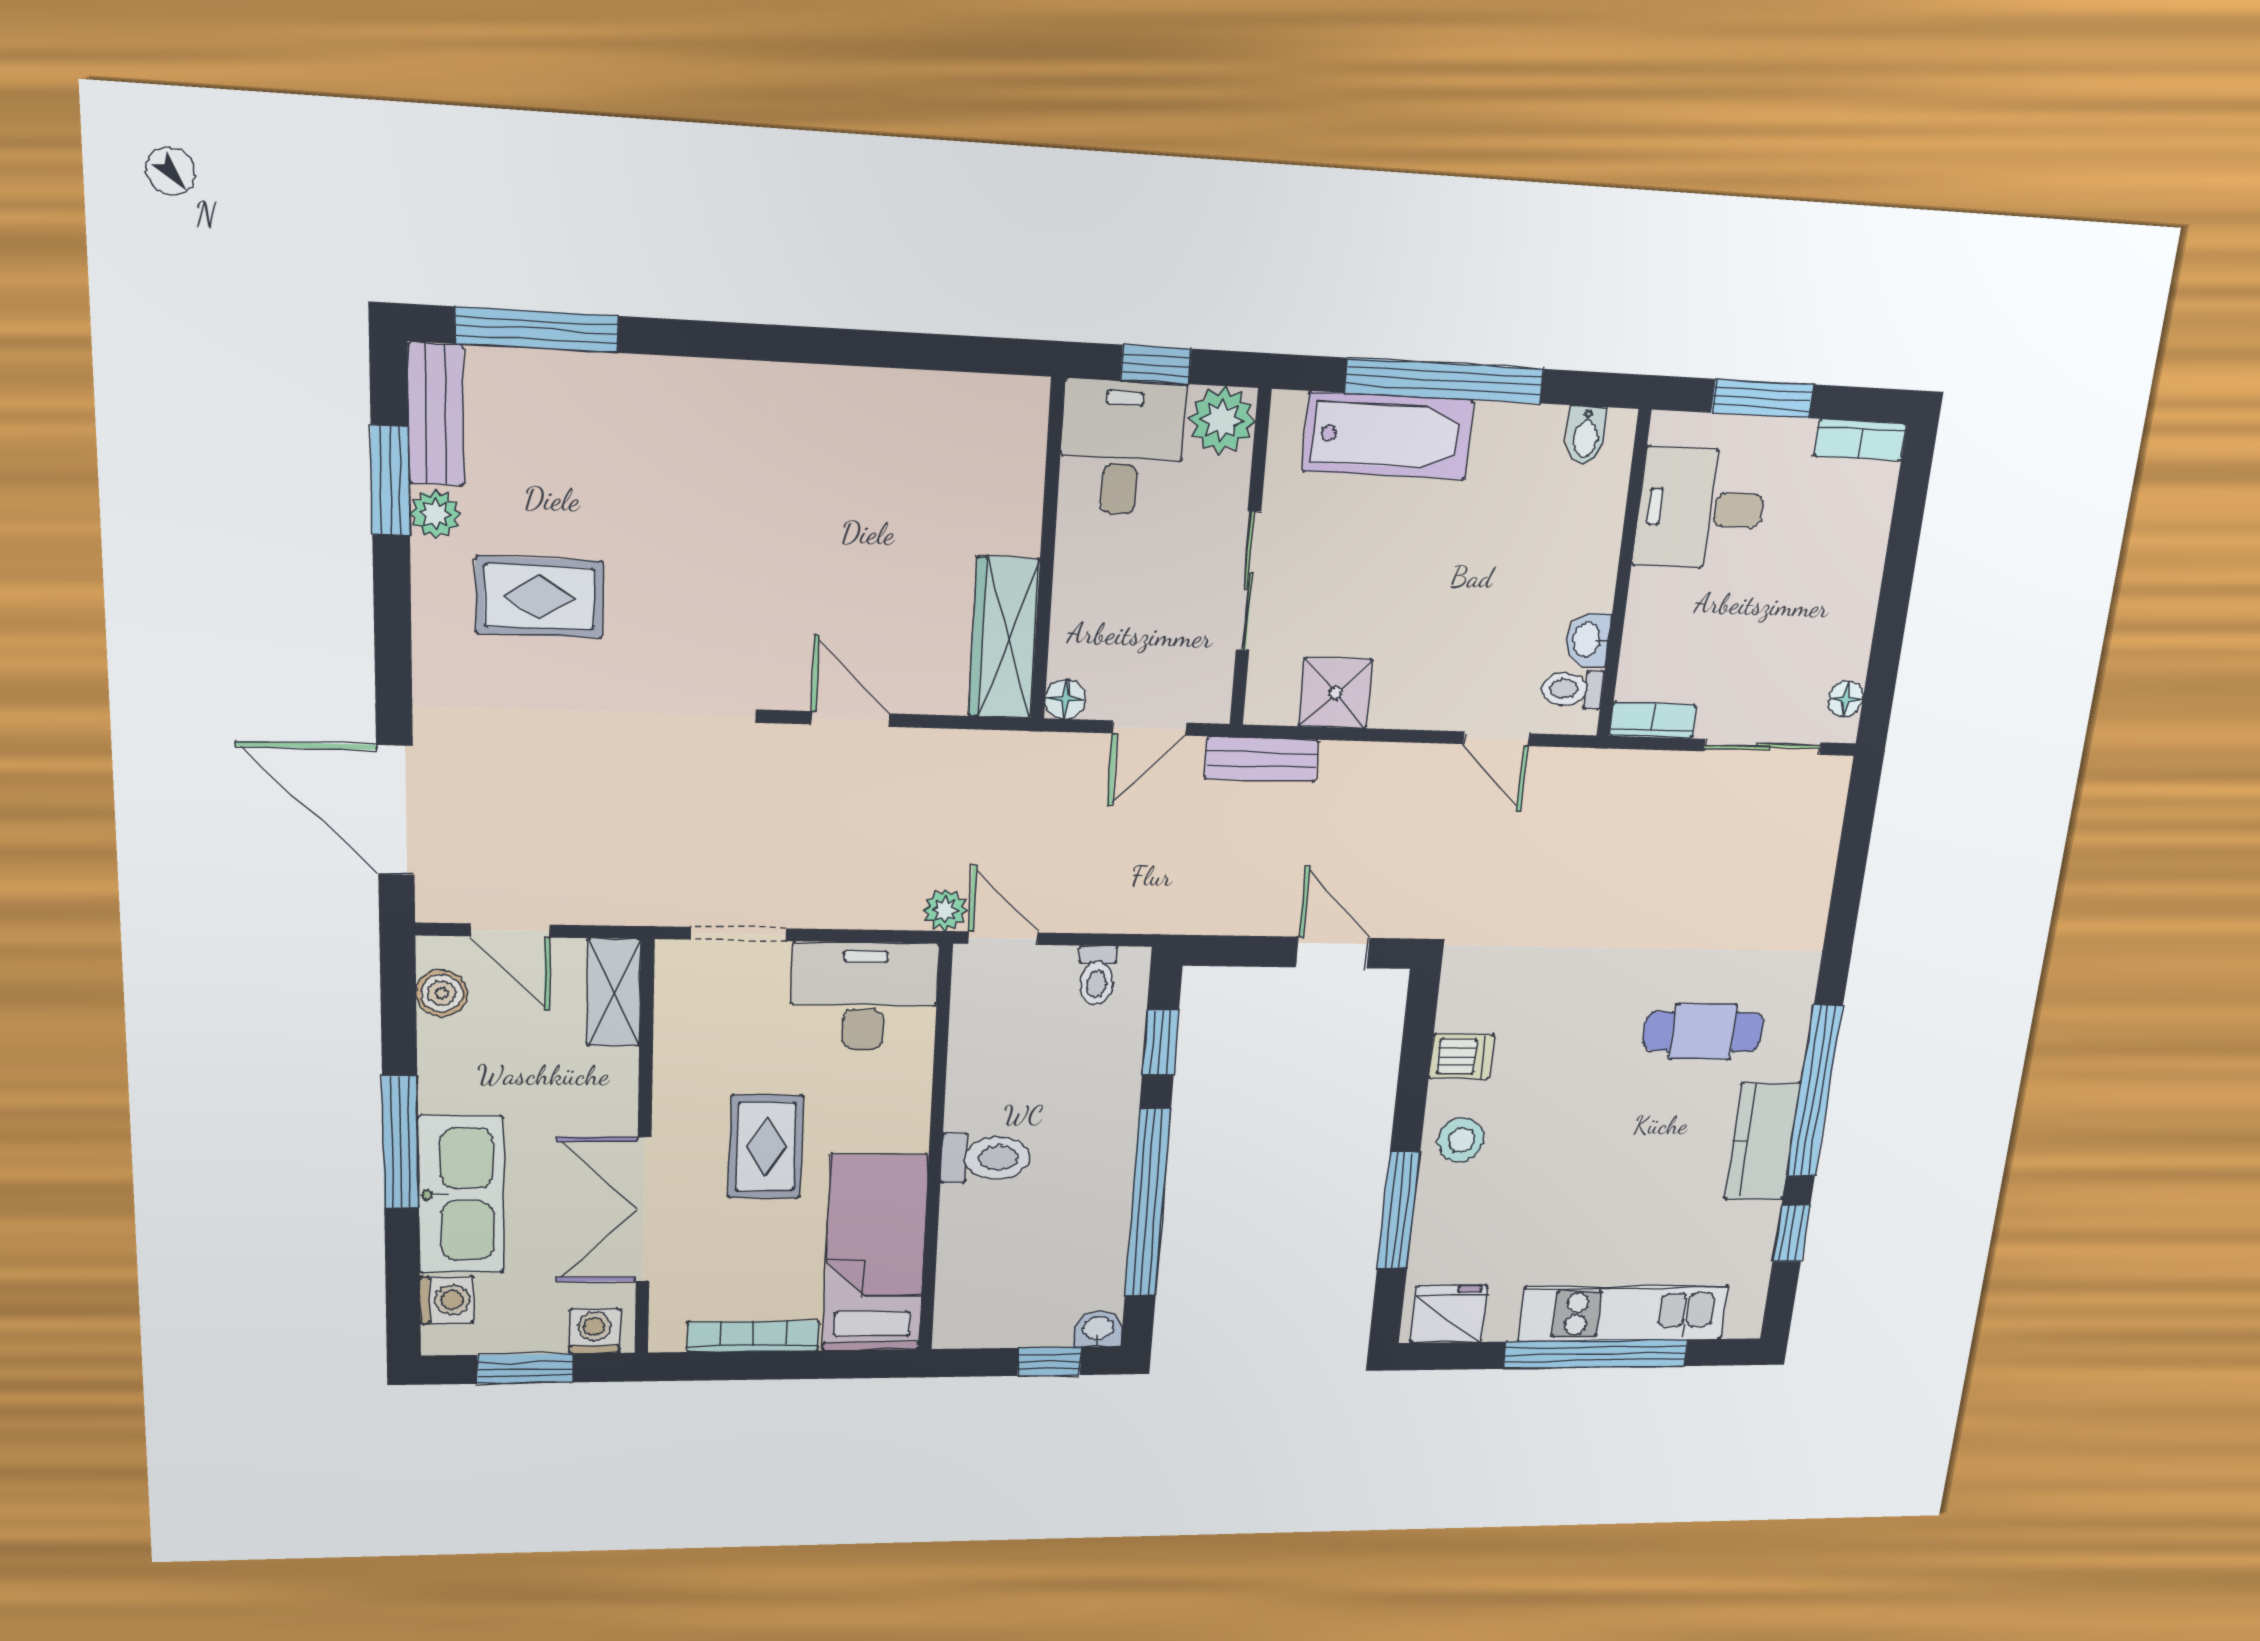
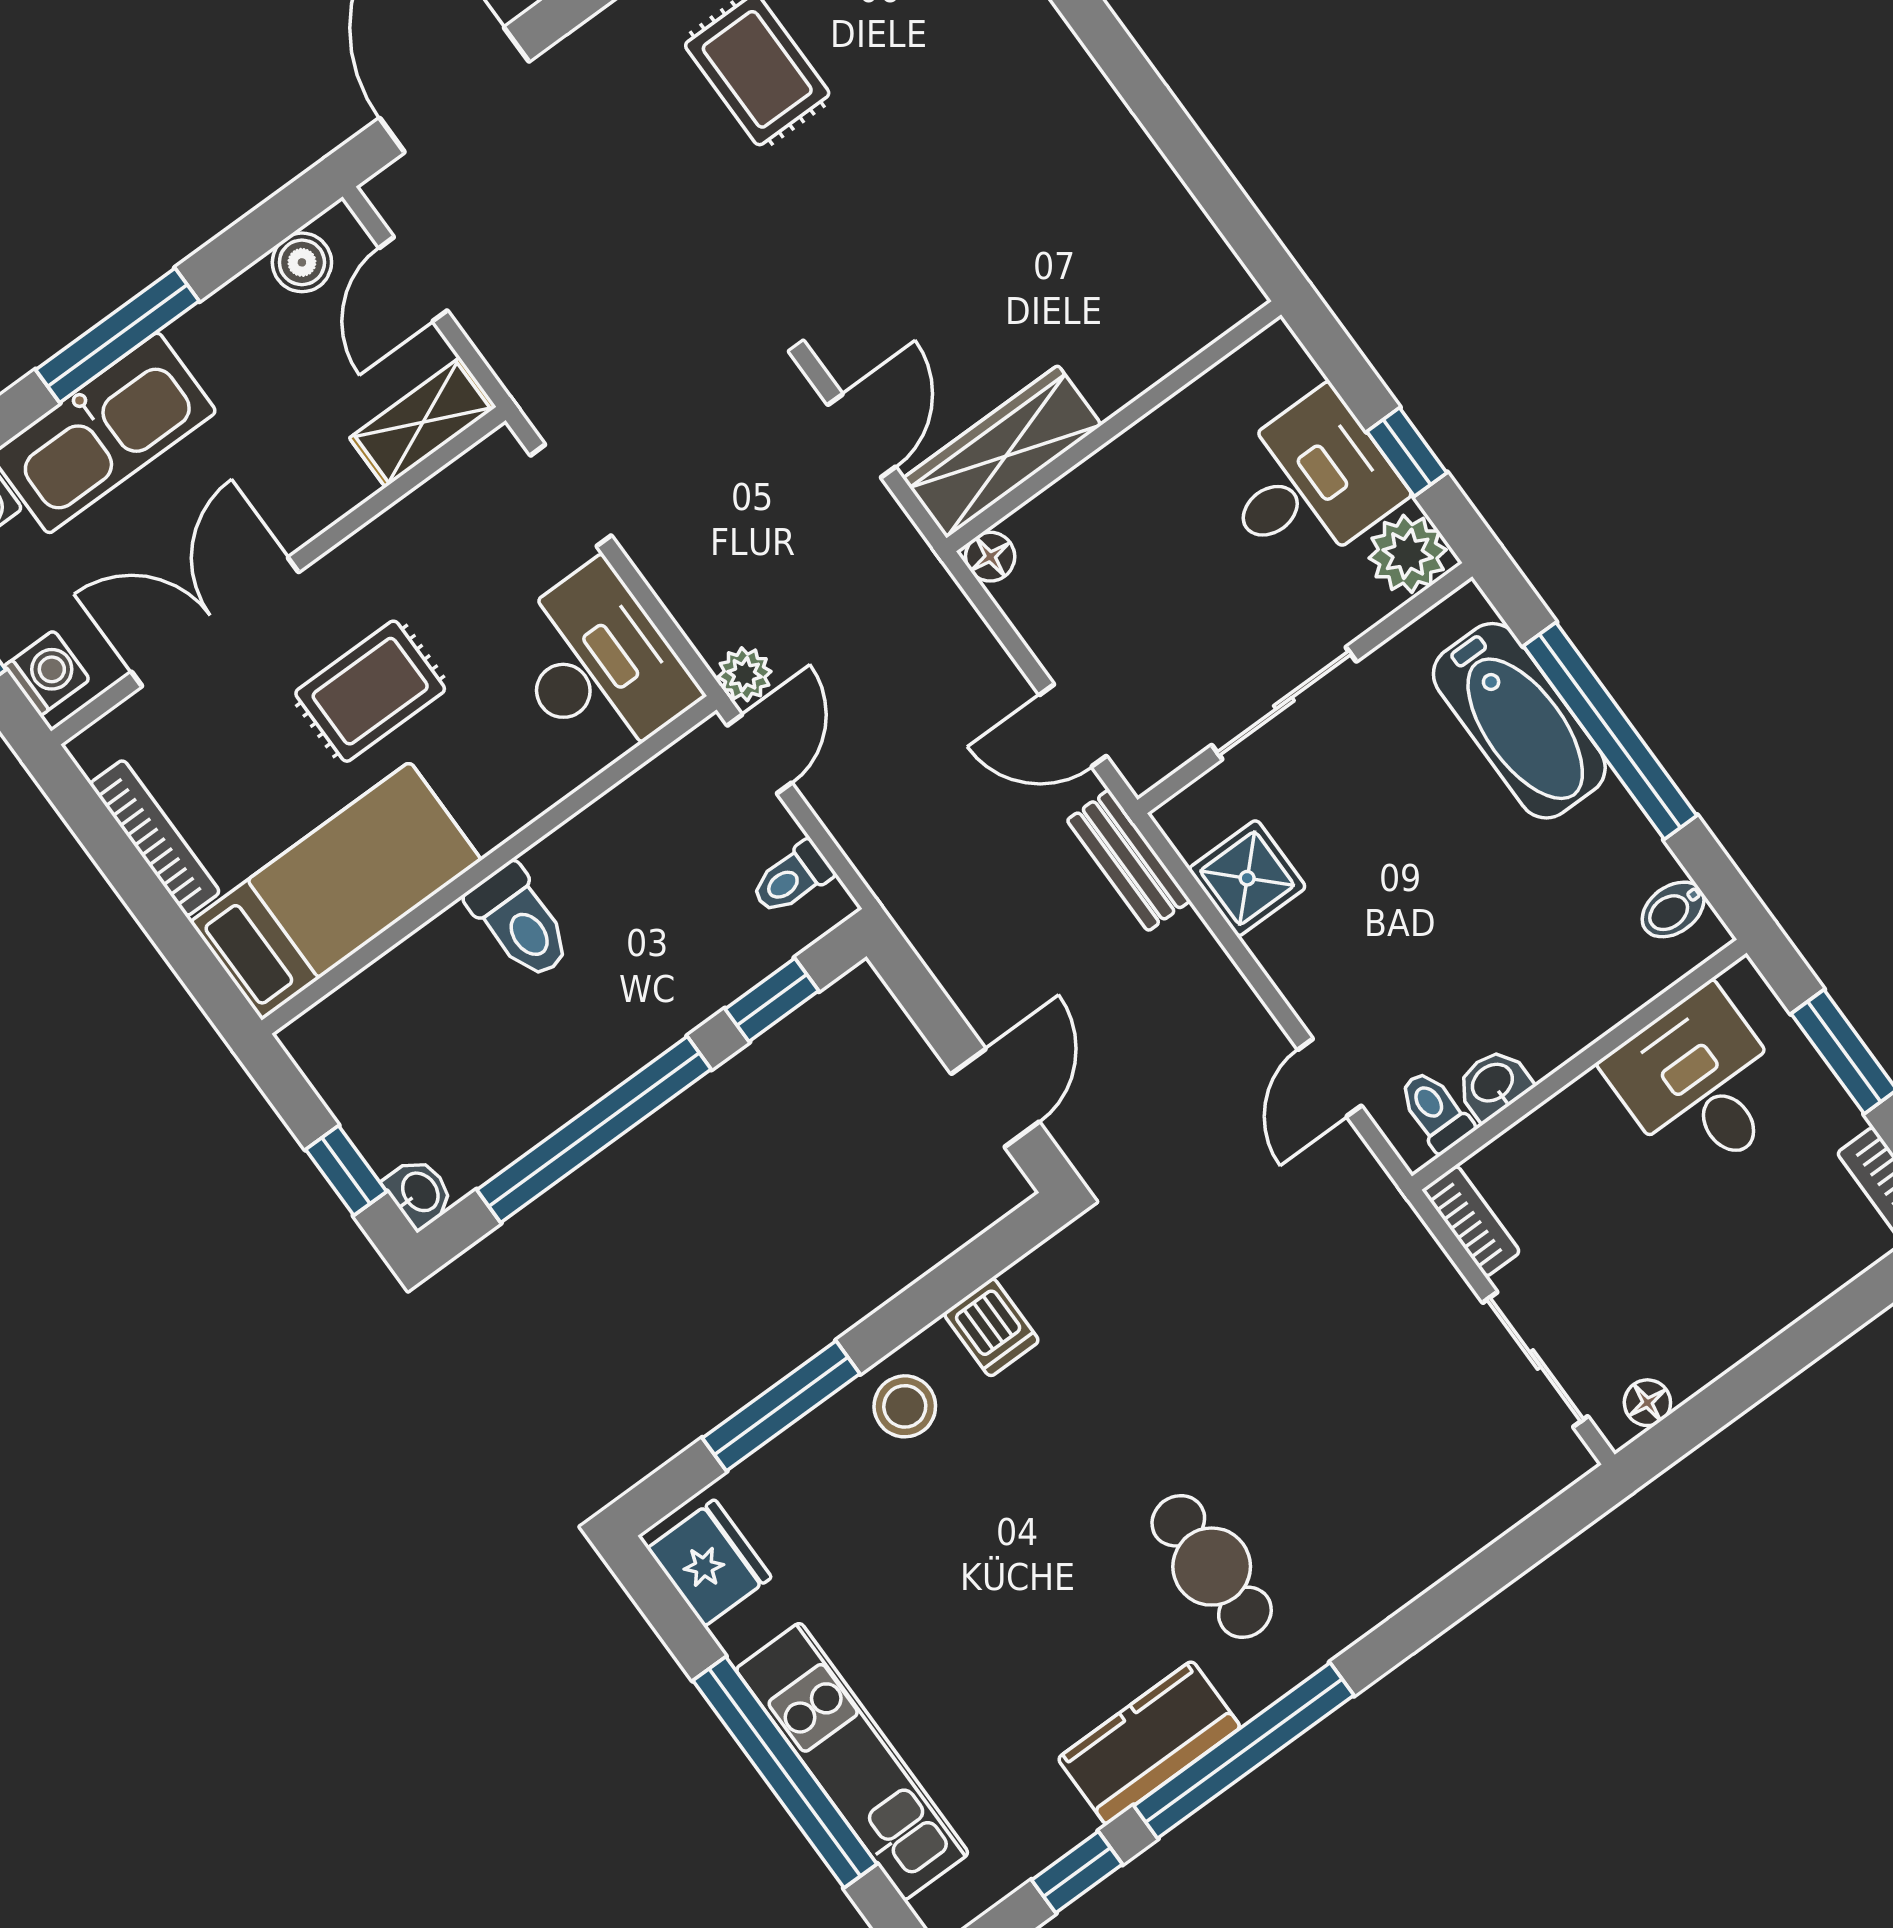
wall: (1047, 551) -> (1114, 426), moved
wardrobe: (1004, 638) -> (1002, 452), moved
floor lamp: (1065, 699) -> (990, 557), moved

